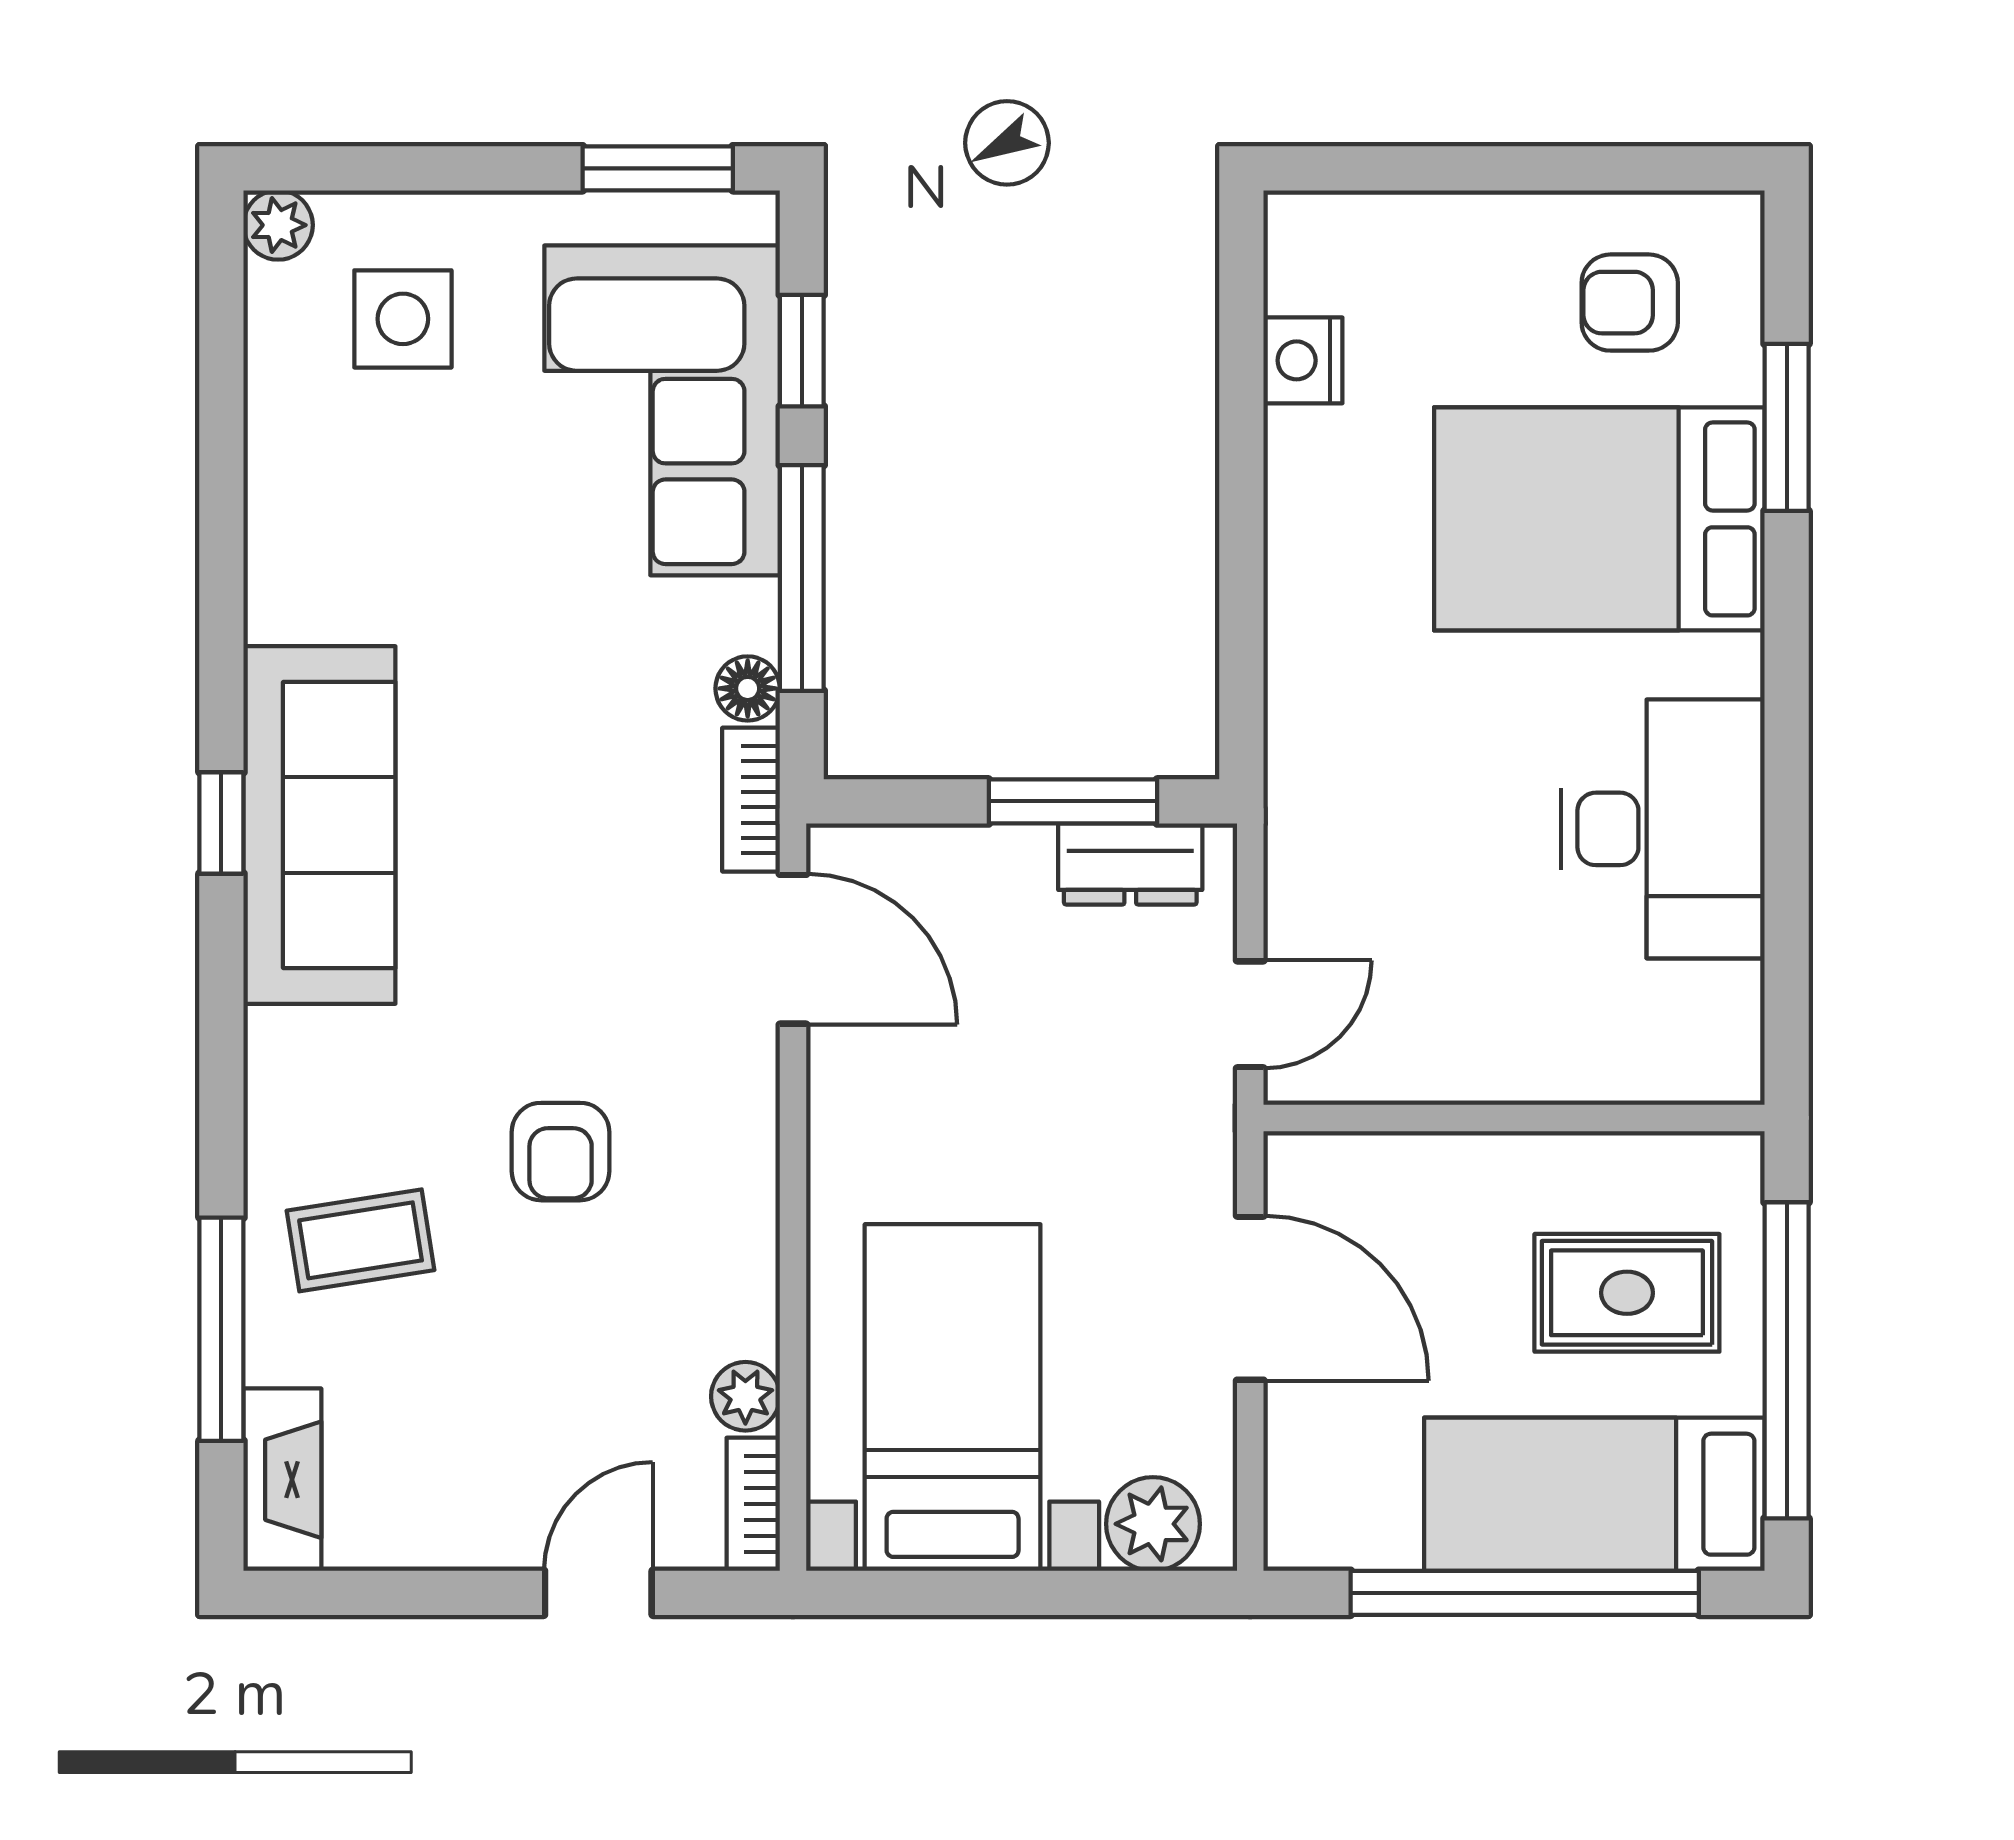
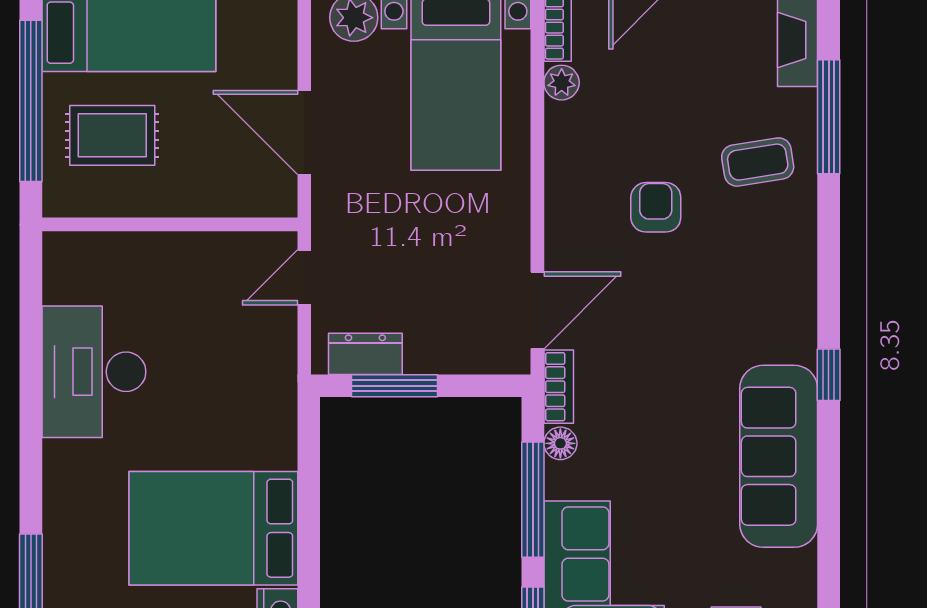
bed: (1599, 519) -> (213, 528), moved, turned 180
sofa: (319, 825) -> (779, 456), moved
door: (793, 949) -> (537, 310), swing flipped

